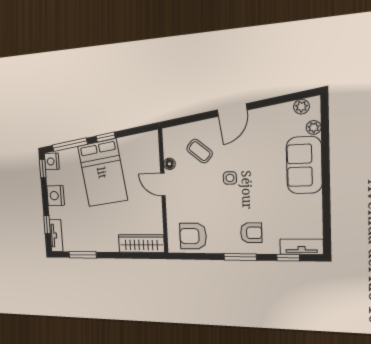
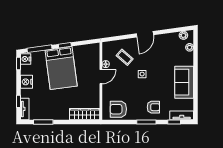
sofa: (304, 165) -> (184, 82), moved
door: (163, 184) -> (101, 77), swing flipped

